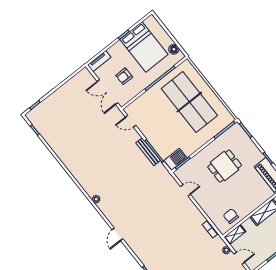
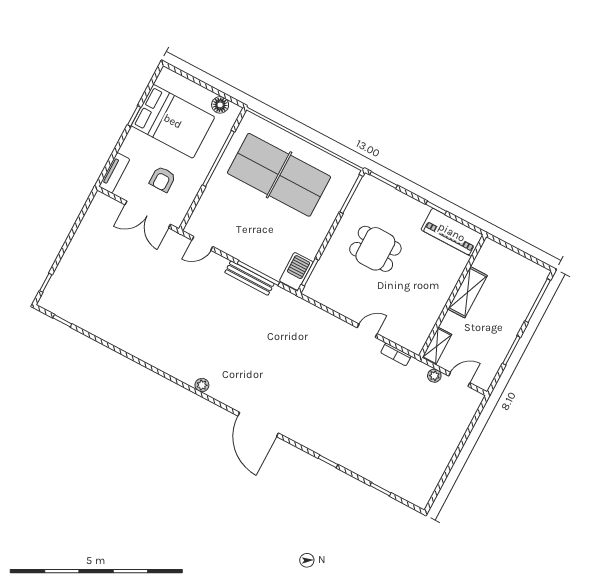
dining table: (225, 166) -> (375, 249), turned 90
door: (185, 190) -> (367, 331), moved
chair: (231, 216) -> (419, 321), removed
door: (118, 234) -> (258, 424), width x1.88

